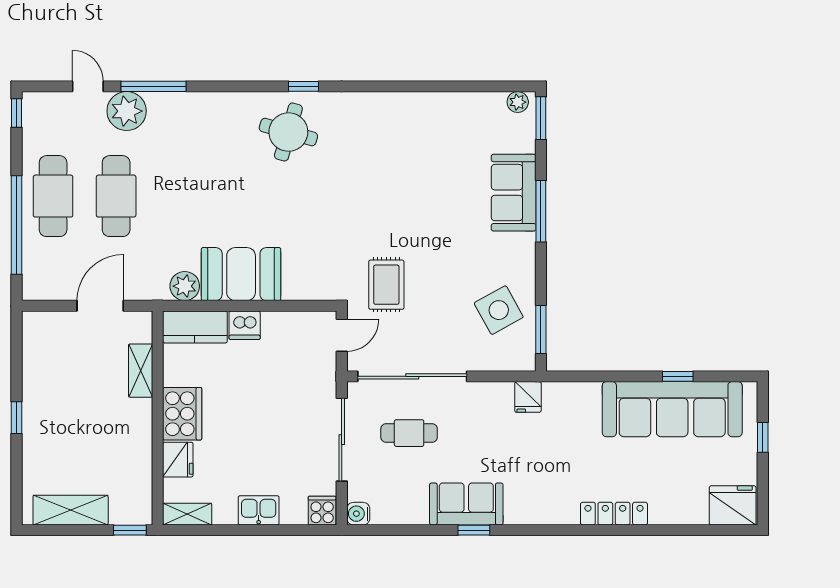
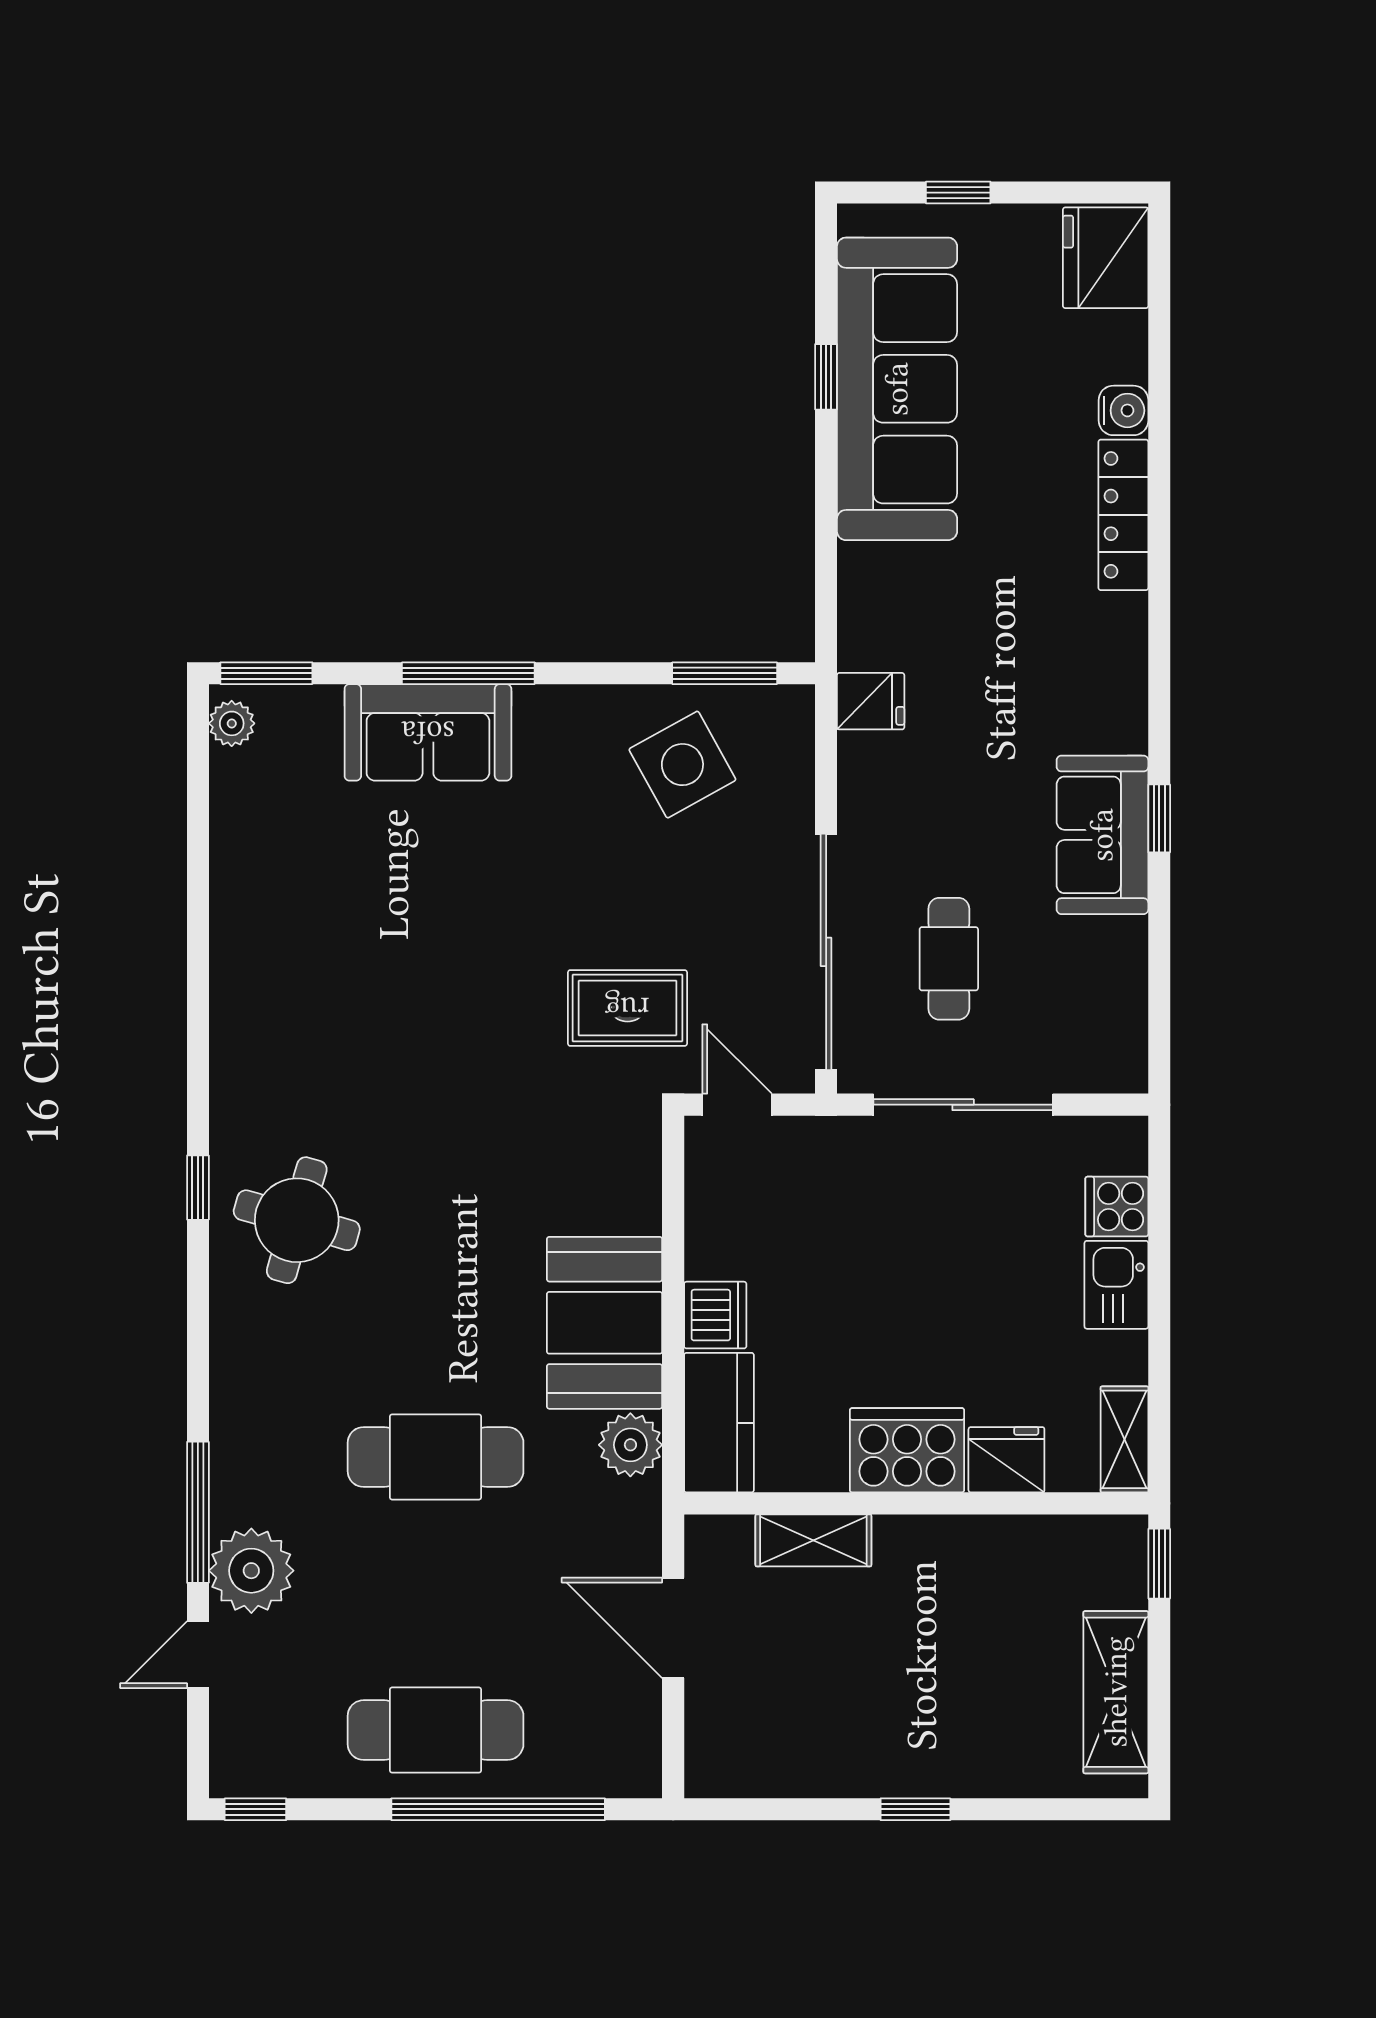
cafe table: (116, 196) -> (436, 1457), moved
cooker: (322, 511) -> (1117, 1207), moved
water cooler: (358, 514) -> (1123, 410), moved, turned -90

